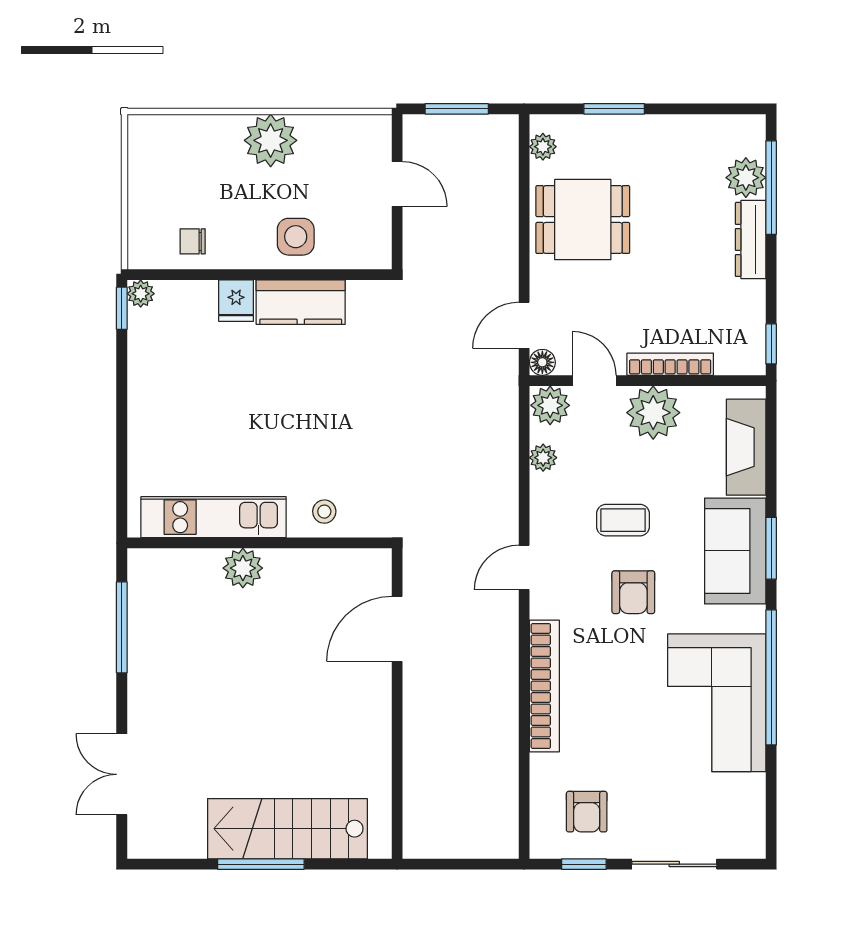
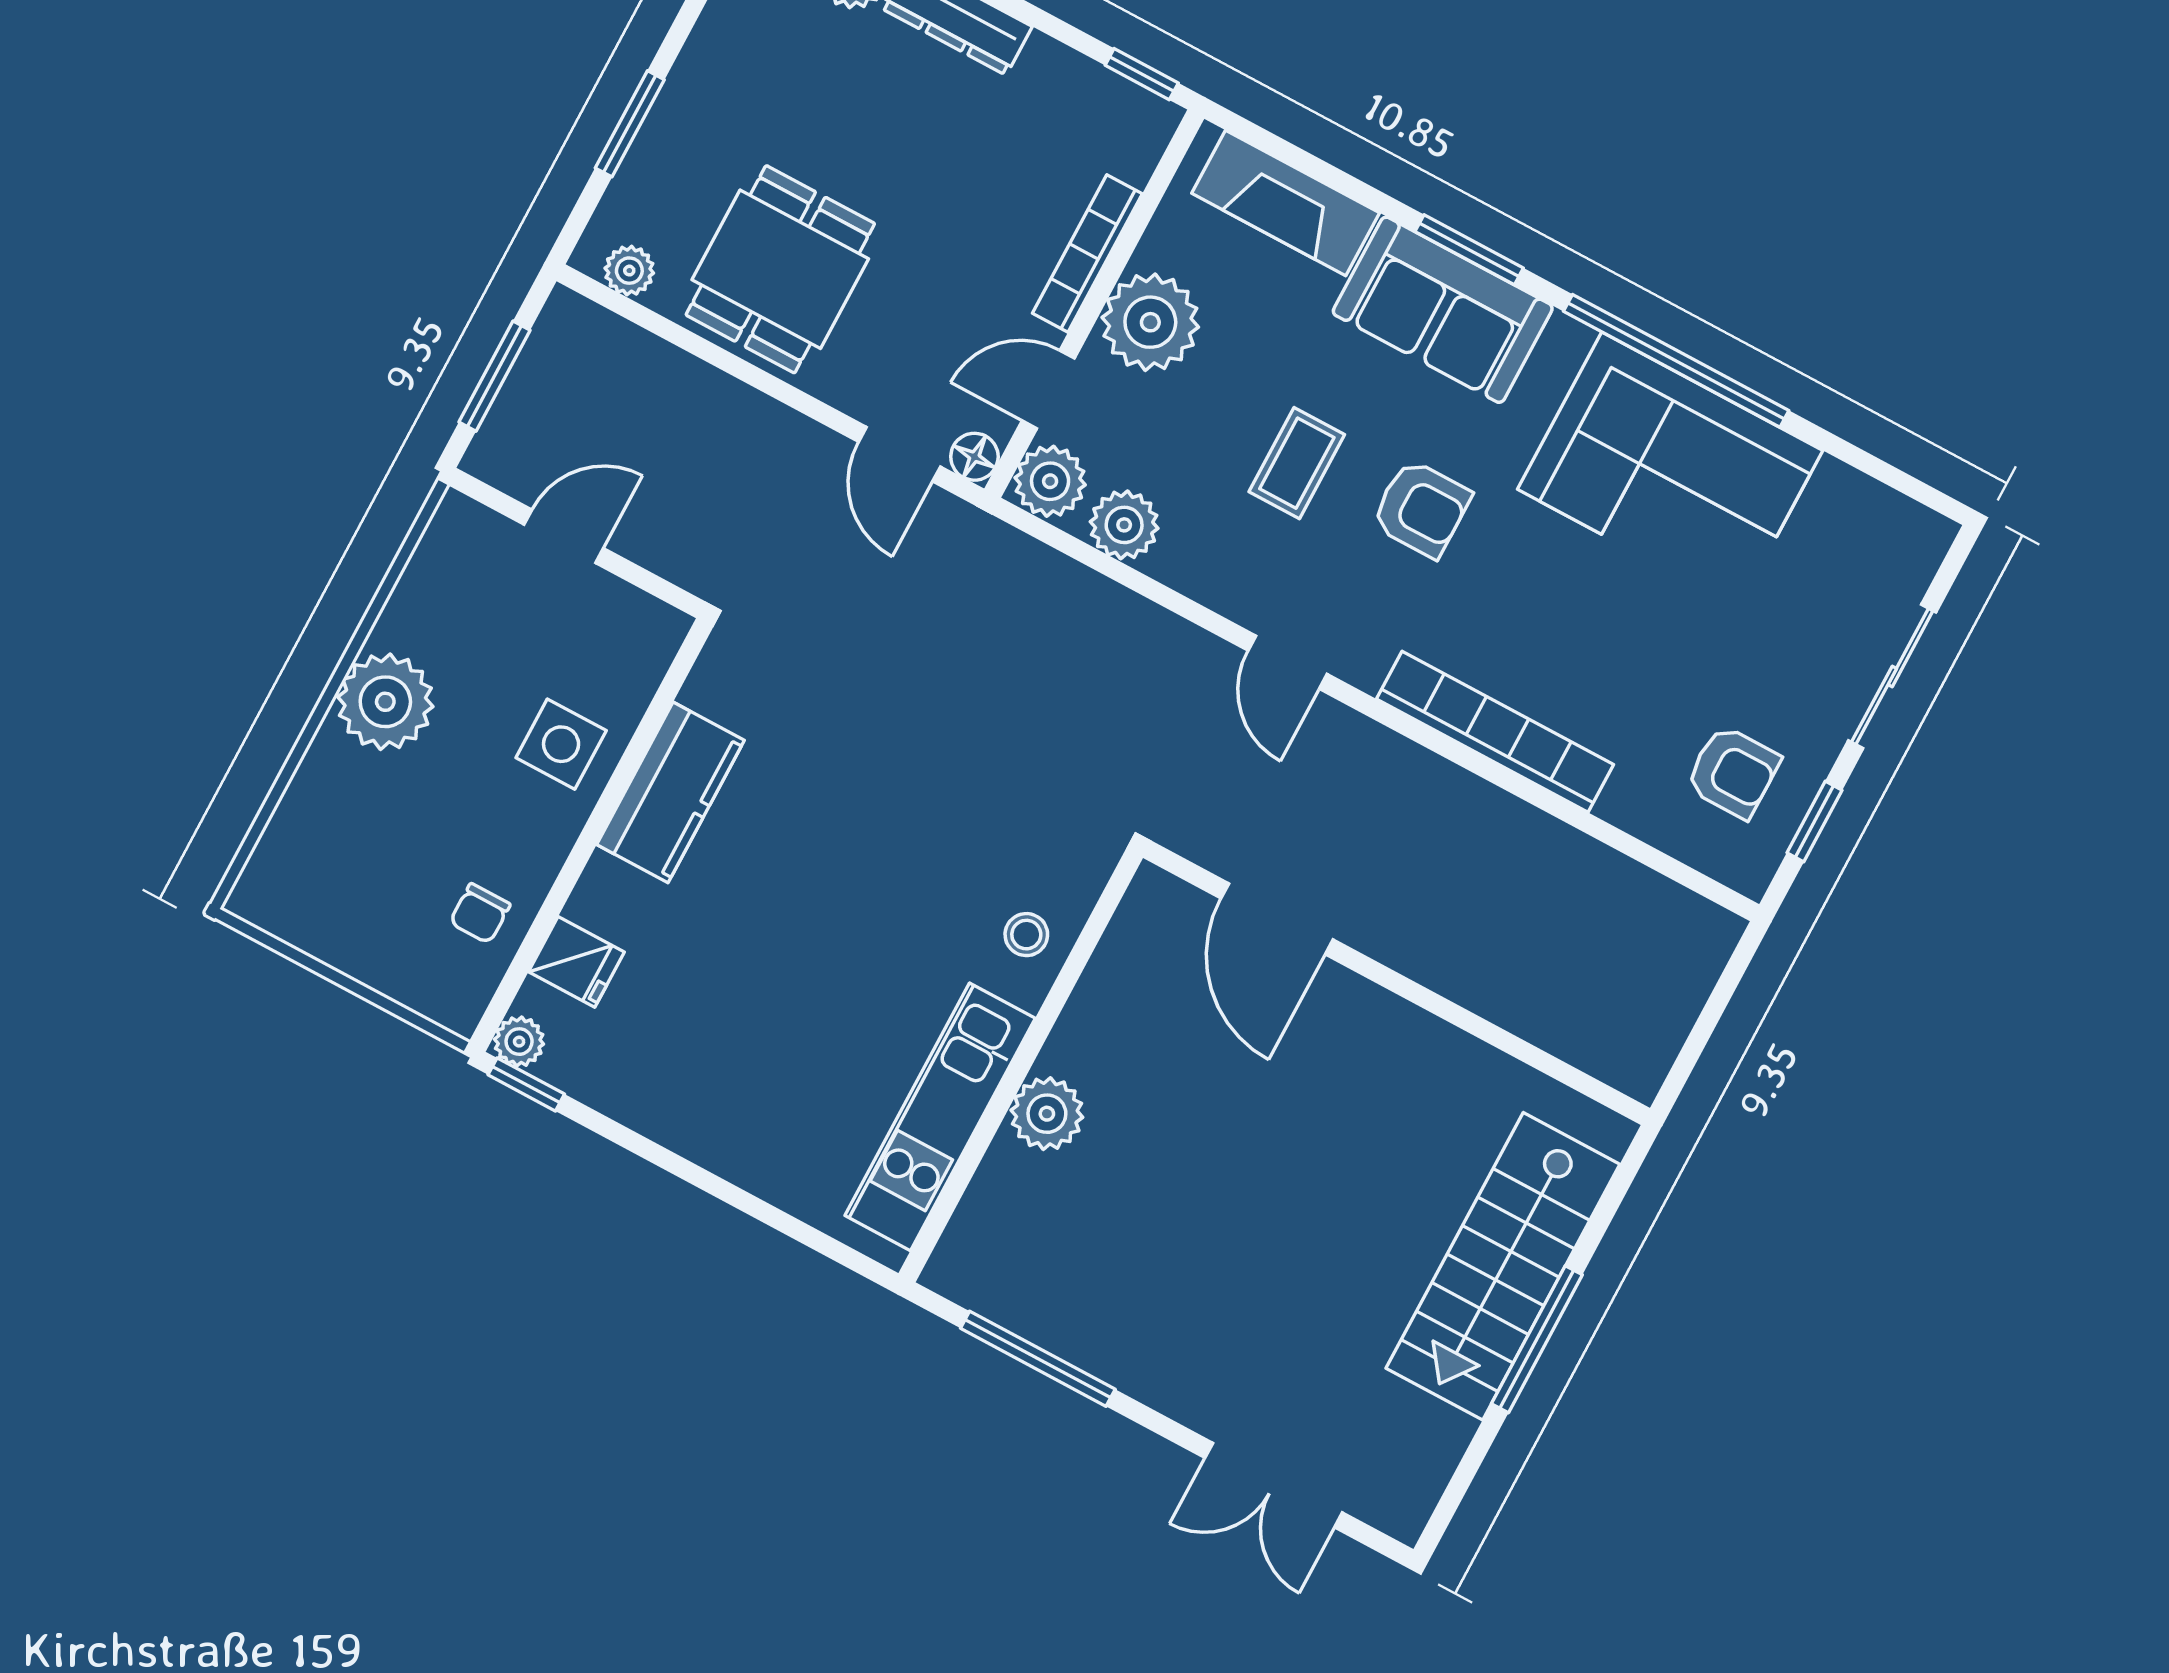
fridge: (236, 301) -> (576, 962), moved
plant: (543, 458) -> (1124, 525), width x1.38, depth x1.38

